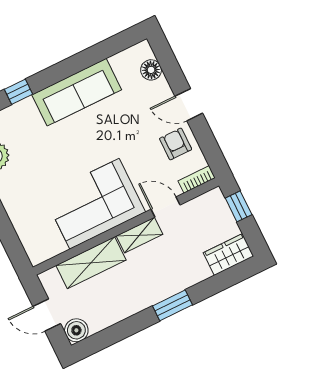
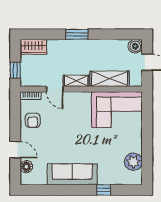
door: (189, 105) -> (15, 150), moved
corner sofa: (94, 204) -> (117, 110), moved

